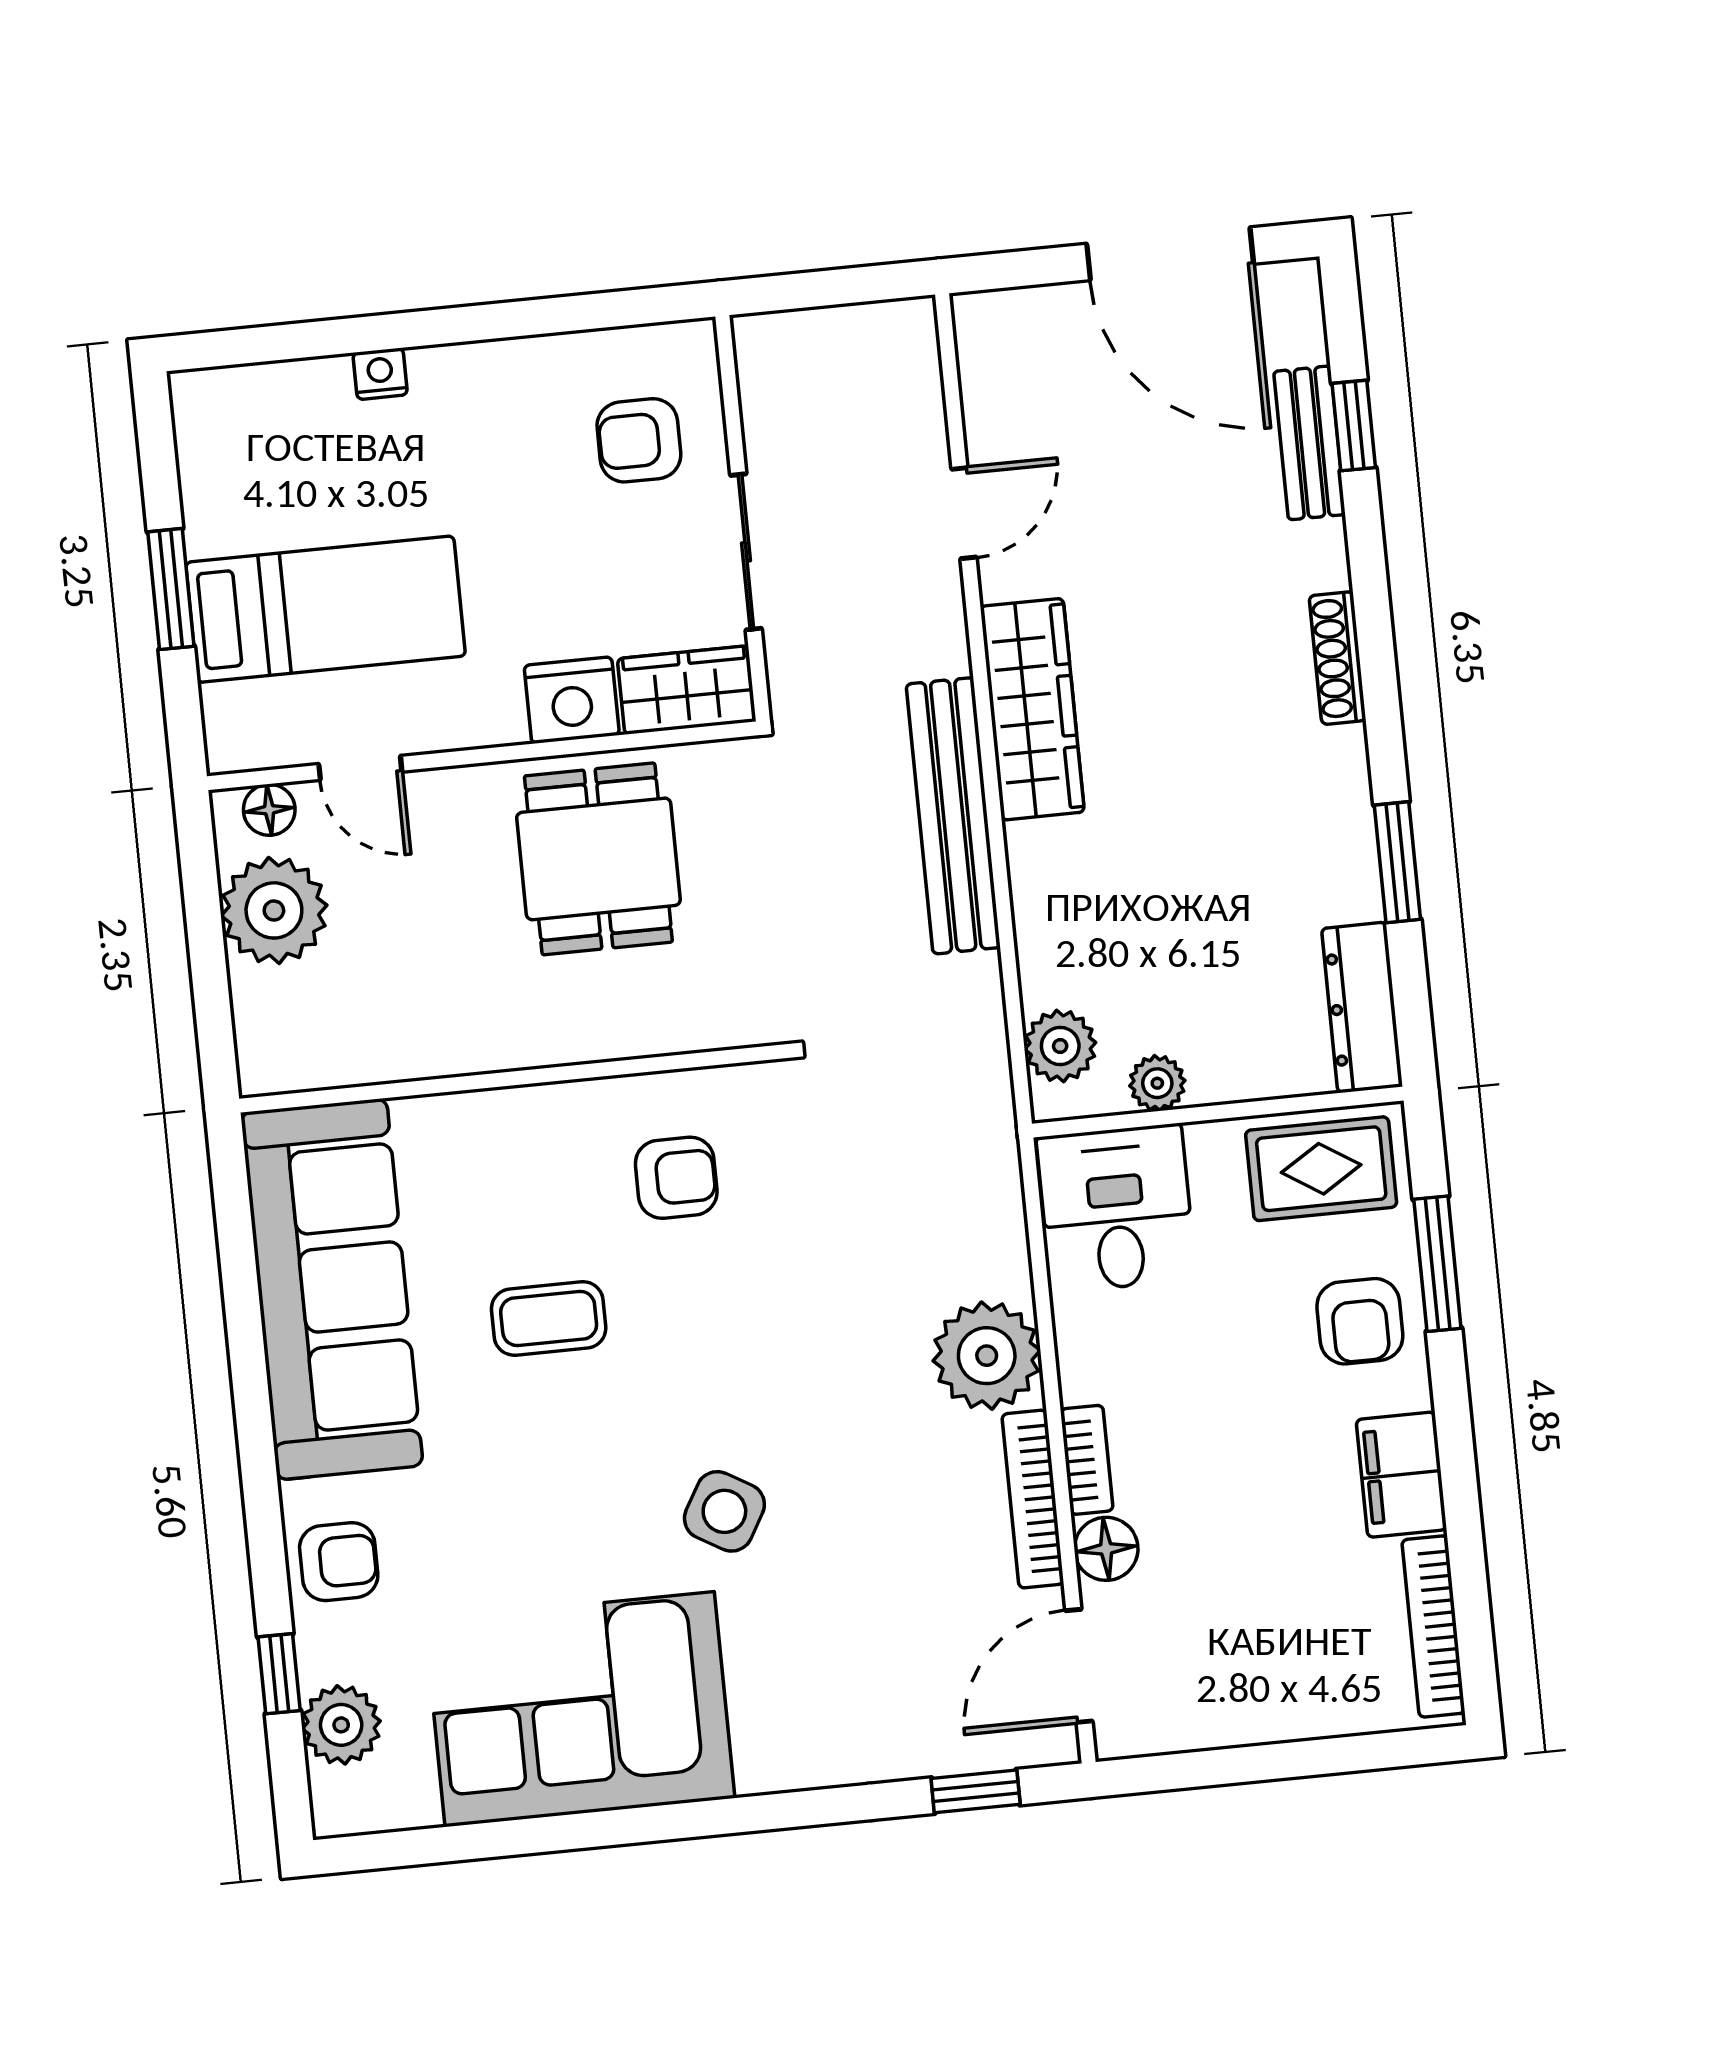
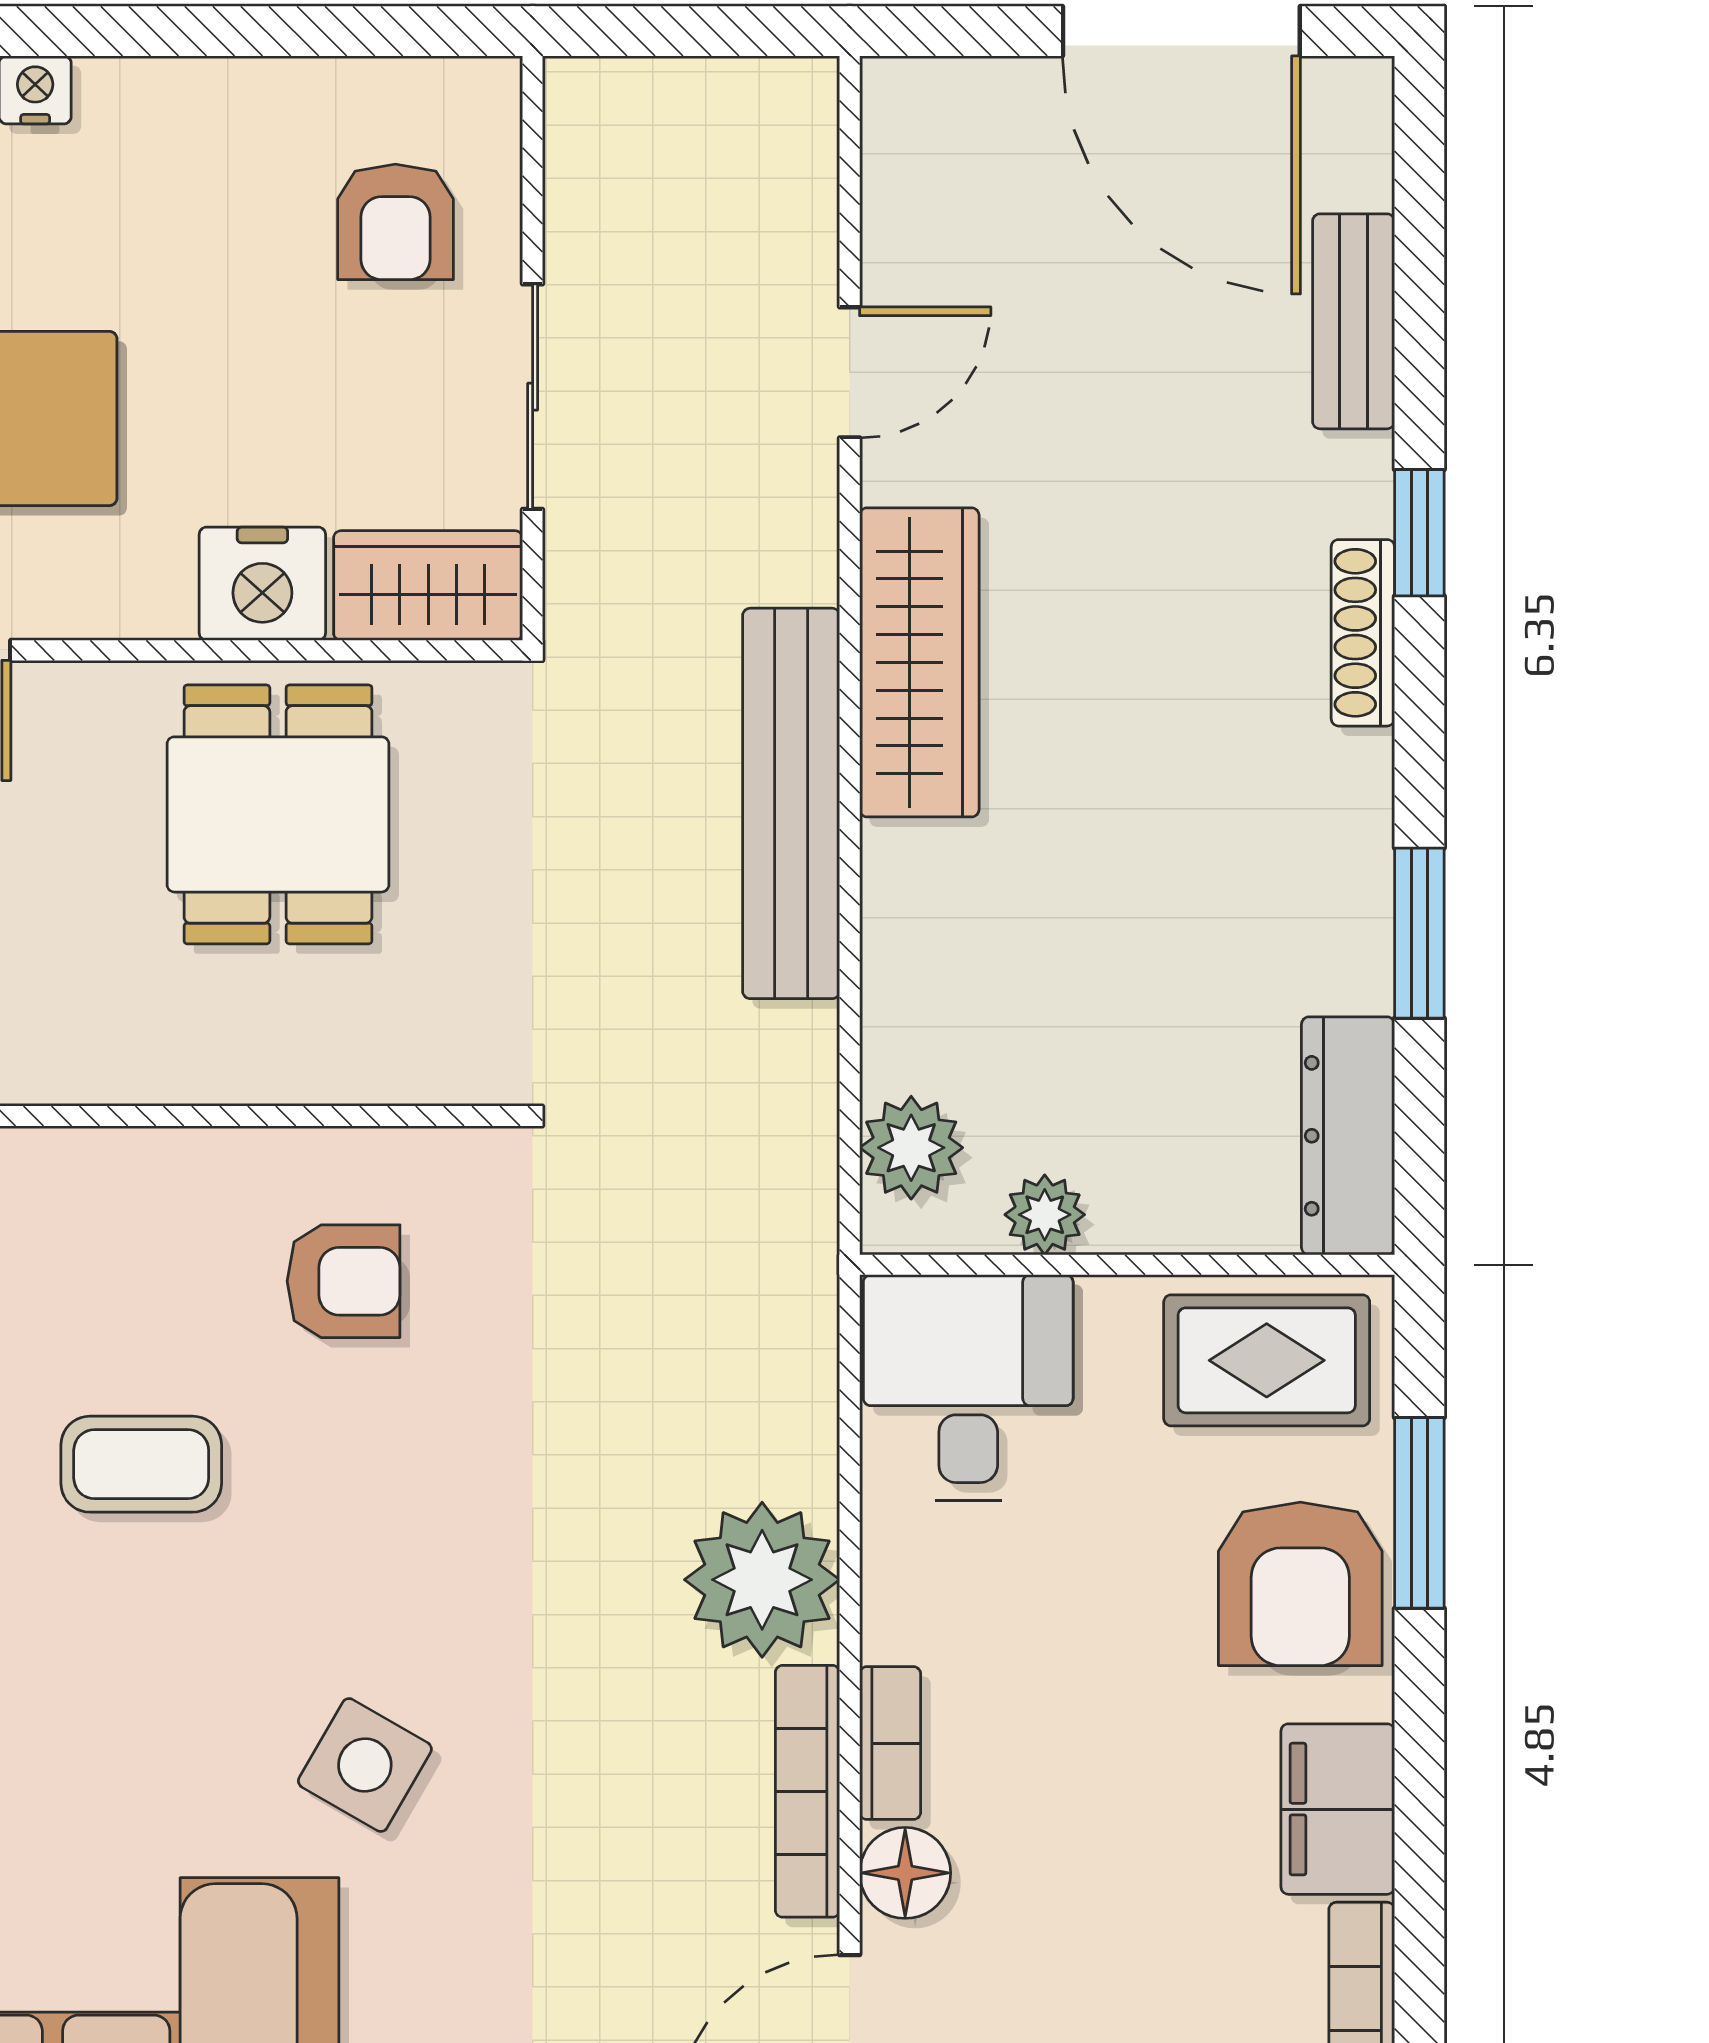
window: (1354, 426) -> (1419, 533), moved
armchair: (639, 440) -> (395, 222), turned -90
armchair: (1360, 1321) -> (1300, 1584), width x1.38, depth x1.38

